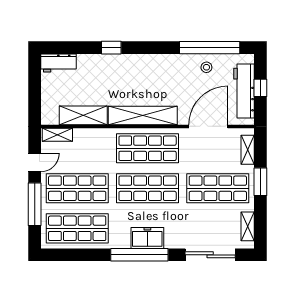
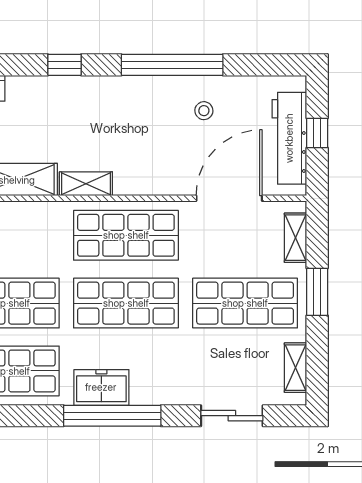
window: (210, 48) -> (172, 65), moved
stool: (206, 67) -> (204, 111), moved
shelving: (143, 116) -> (86, 184), width x0.45, depth x0.75
freezer: (147, 238) -> (101, 387), moved
sliding door: (210, 255) -> (232, 416), width x0.73

